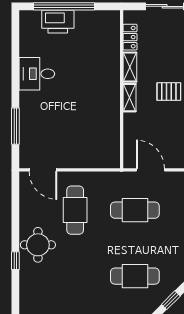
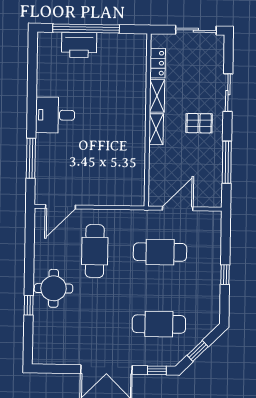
desk: (37, 74) -> (55, 115), moved
door: (43, 170) -> (60, 207), hinge flipped
door: (150, 170) -> (178, 209), hinge flipped

